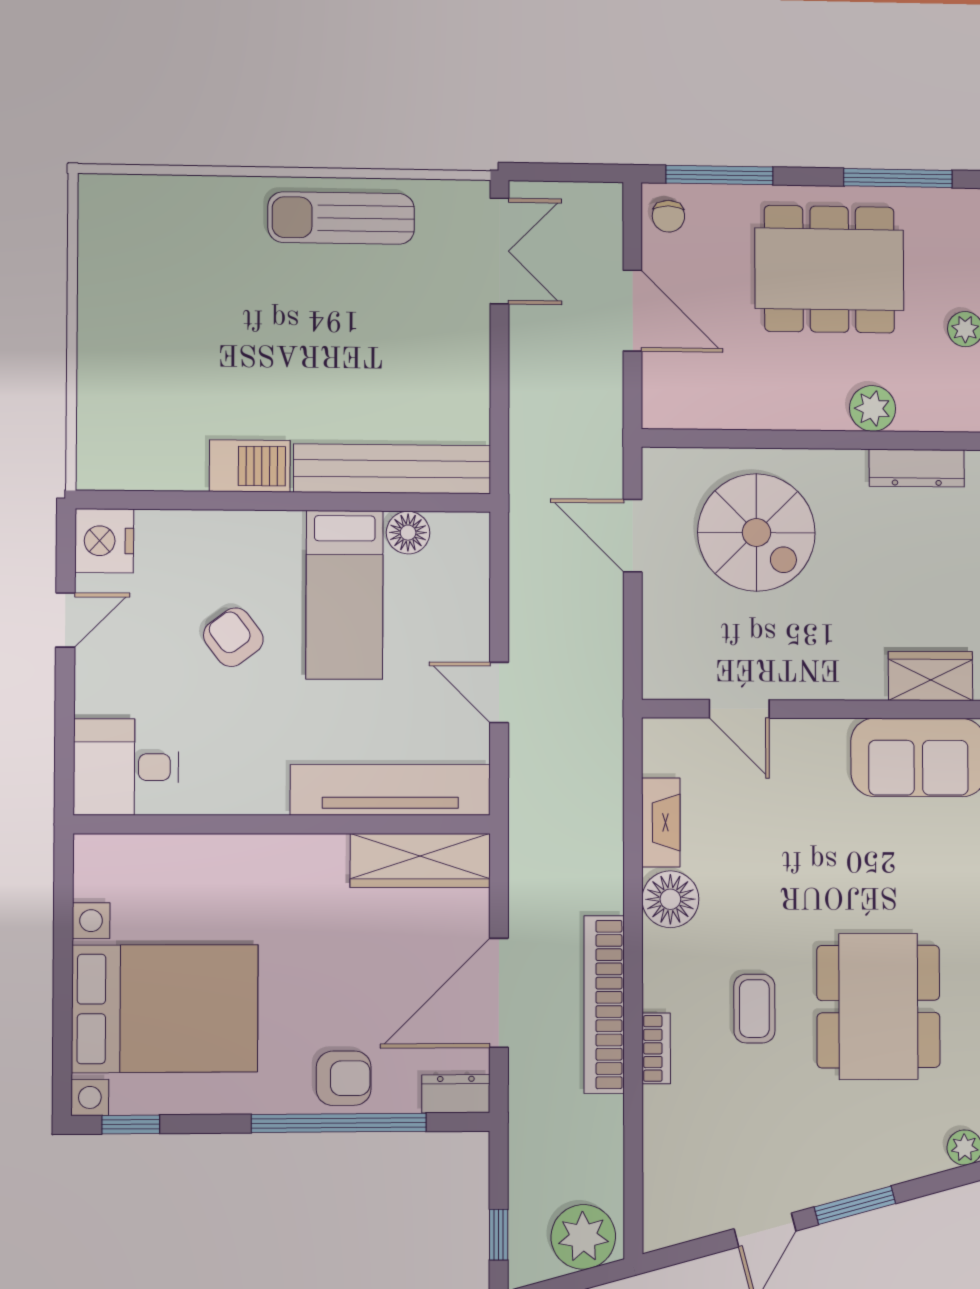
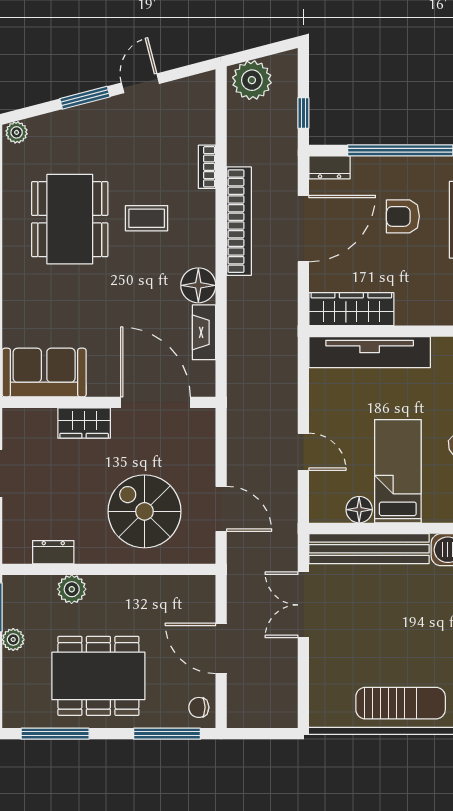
chair: (668, 216) -> (199, 707), turned -90
double door: (499, 251) -> (303, 605), moved
dresser: (917, 468) -> (53, 552), width x0.70
wardrobe: (930, 676) -> (84, 423), moved
door: (499, 692) -> (303, 452), moved
door: (739, 709) -> (155, 402), width x1.87
coffee table: (754, 1009) -> (147, 218), turned 90
bookcase: (656, 1048) -> (207, 167), moved
armchair: (344, 1078) -> (403, 216), moved
window: (499, 1235) -> (303, 113), moved

